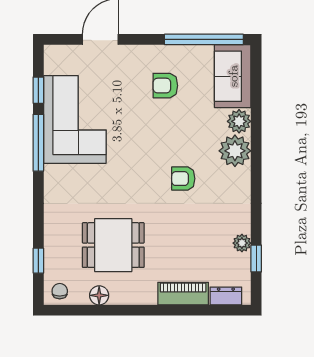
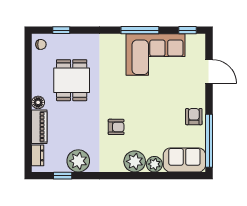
armchair: (165, 86) -> (194, 117), moved
window: (38, 90) -> (188, 30), moved
armchair: (183, 179) -> (116, 127), turned 90
plant: (242, 243) -> (78, 161), width x1.88, depth x1.88
floor lamp: (99, 295) -> (38, 102), moved

